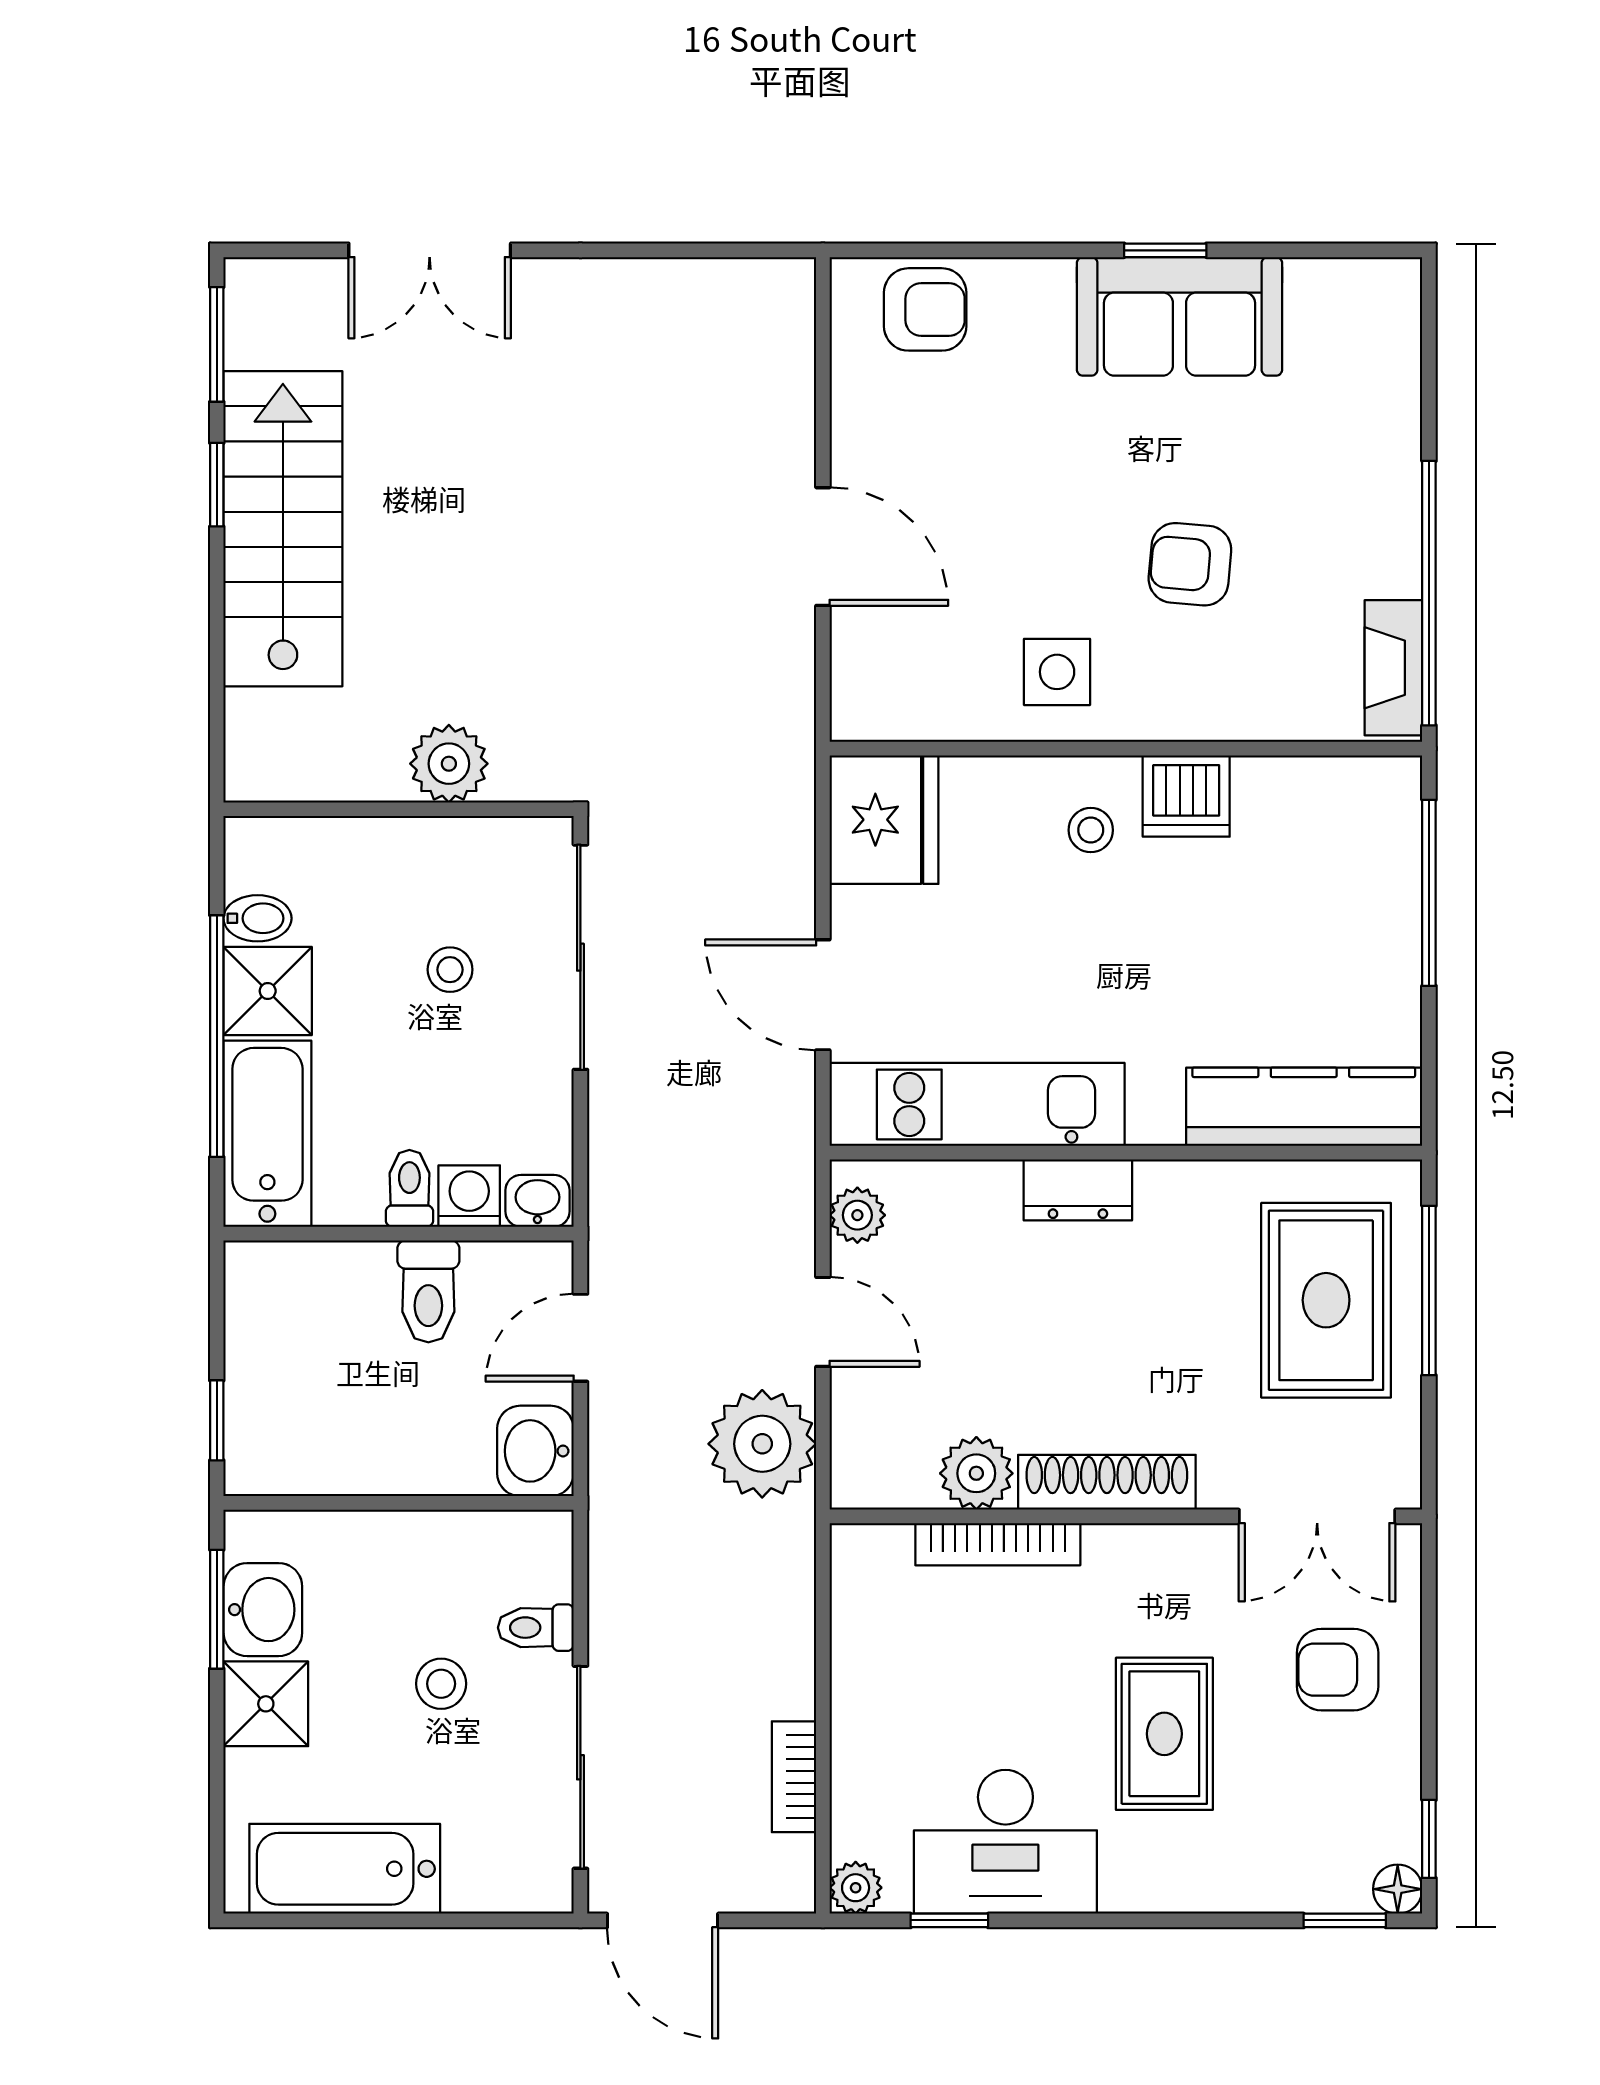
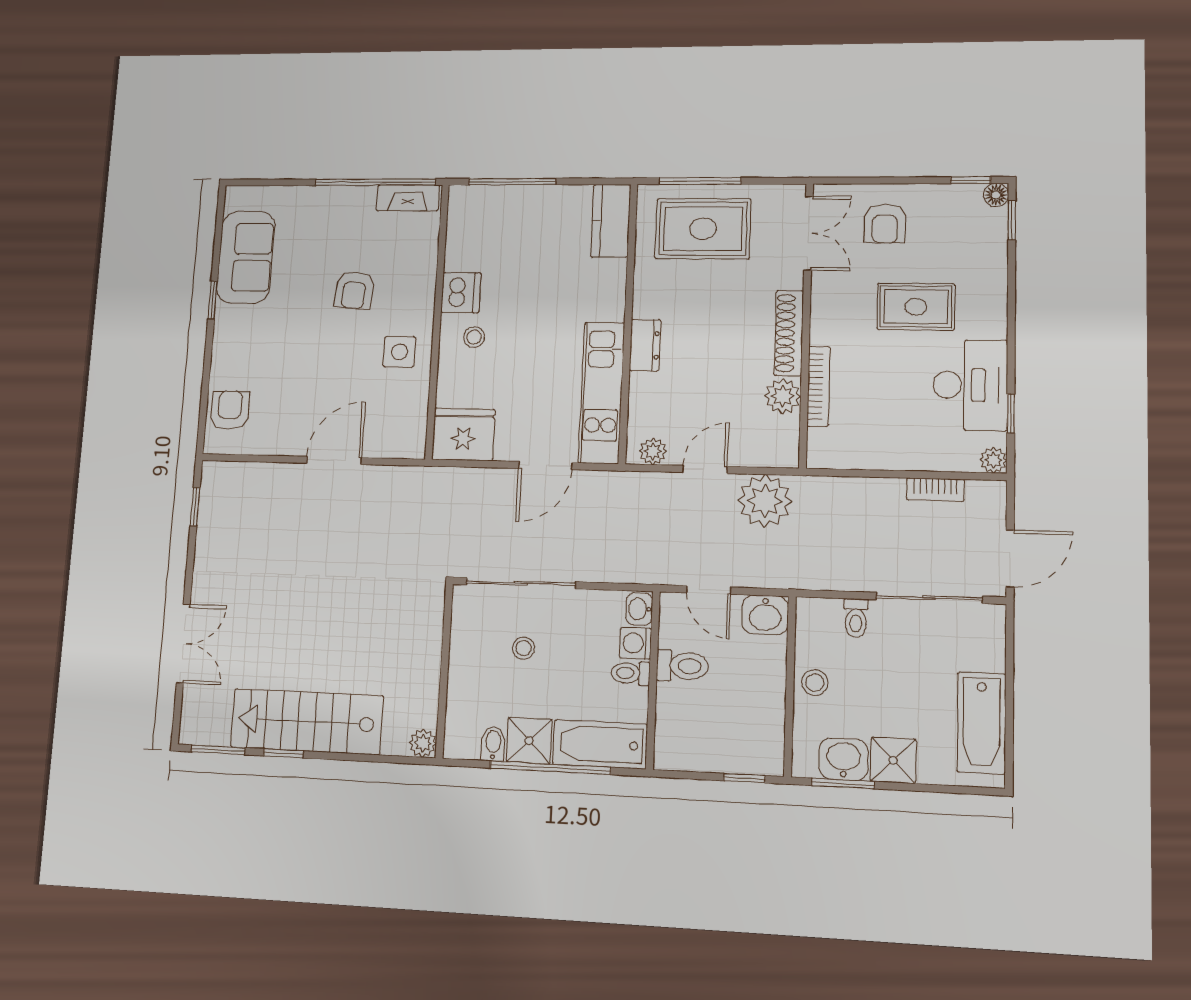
window: (717, 250) -> (195, 507), added
sofa: (1180, 316) -> (246, 257), moved
plant: (449, 764) -> (423, 743), moved, width x0.73, depth x0.73
kitchen counter: (1304, 1107) -> (611, 221), width x0.67
stool: (441, 1684) -> (815, 683), moved

